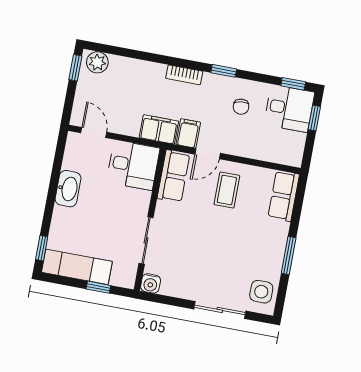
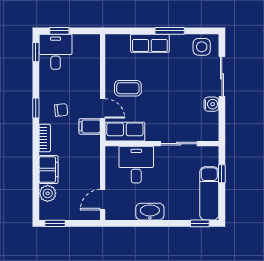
plant: (97, 62) -> (48, 193), moved
chair: (241, 107) -> (61, 110), moved
filing cabinet: (159, 129) -> (49, 170), moved, turned 180
desk: (133, 165) -> (136, 165), moved
row of seats: (284, 196) -> (150, 43), moved
water cooler: (151, 283) -> (211, 104), moved

